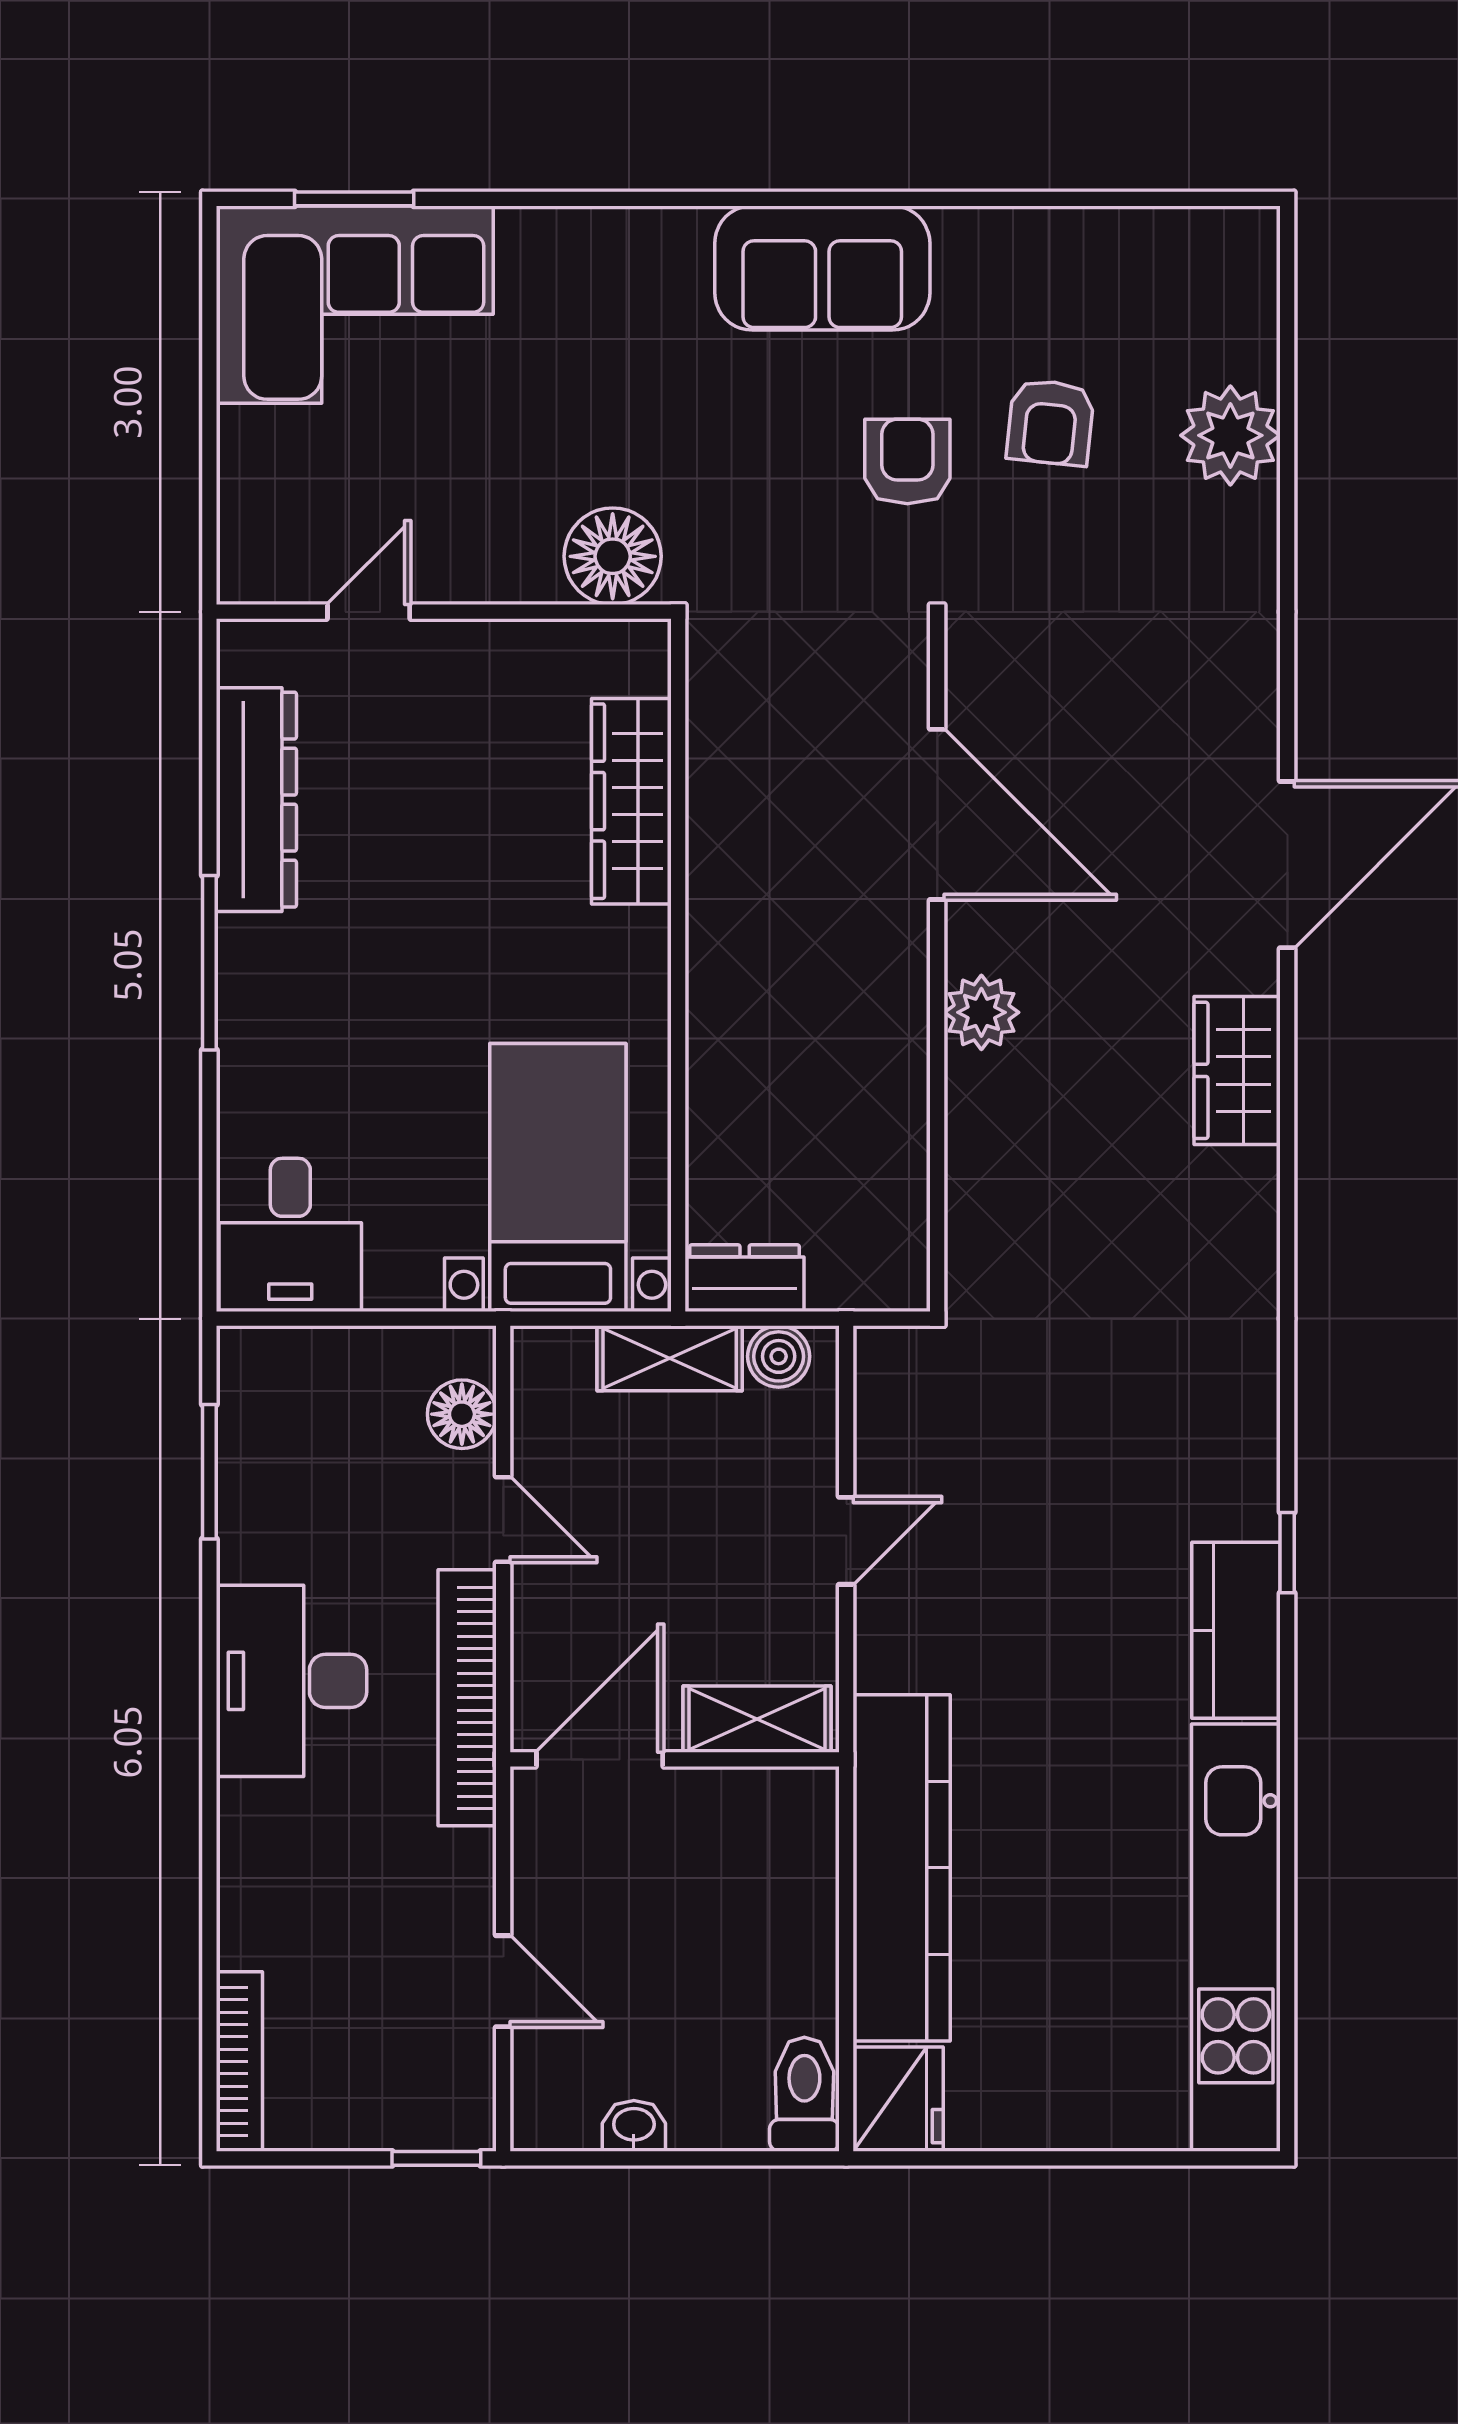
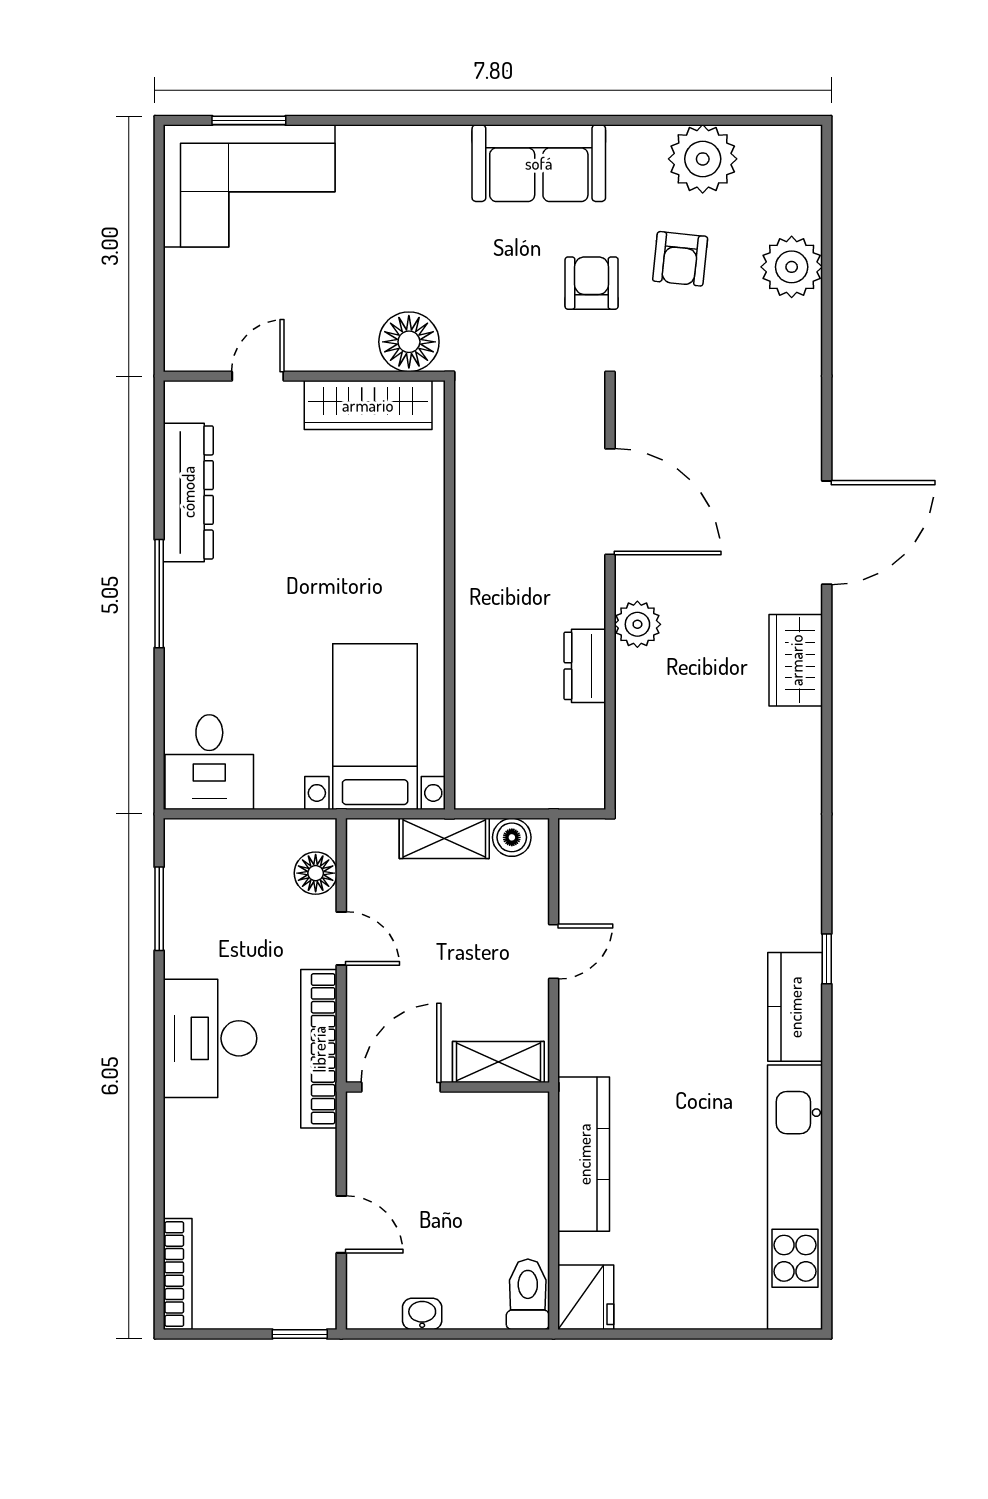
plant: (1087, 261) -> (703, 159), added
wardrobe: (631, 801) -> (368, 405), moved, turned -90
dresser: (745, 1278) -> (585, 666), moved, turned -90
kitchen counter: (902, 1868) -> (584, 1154), width x0.72, depth x0.86

